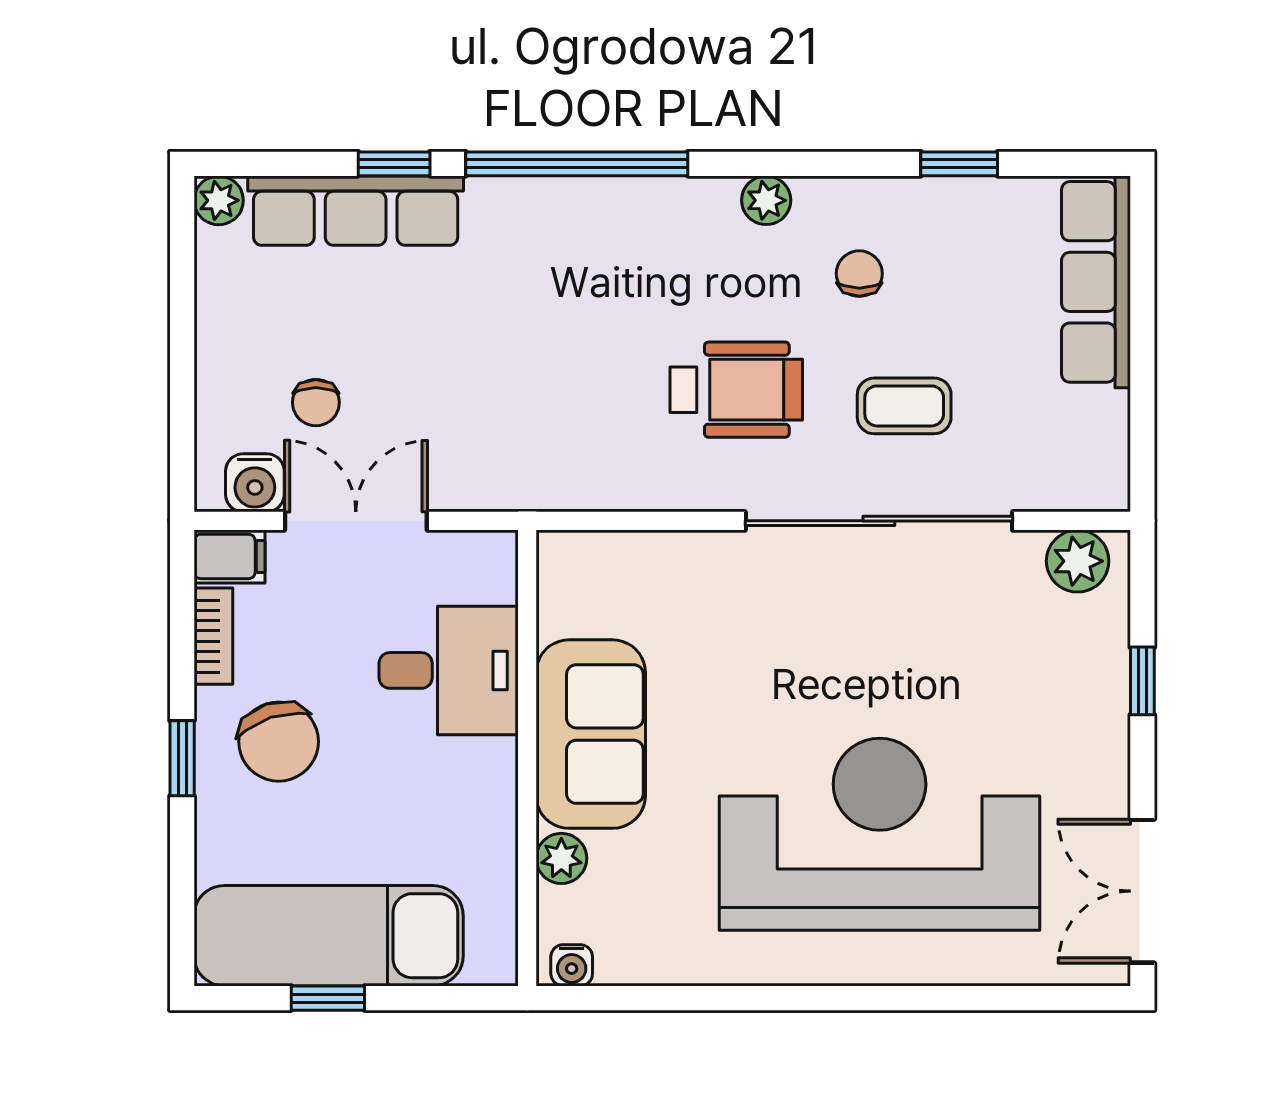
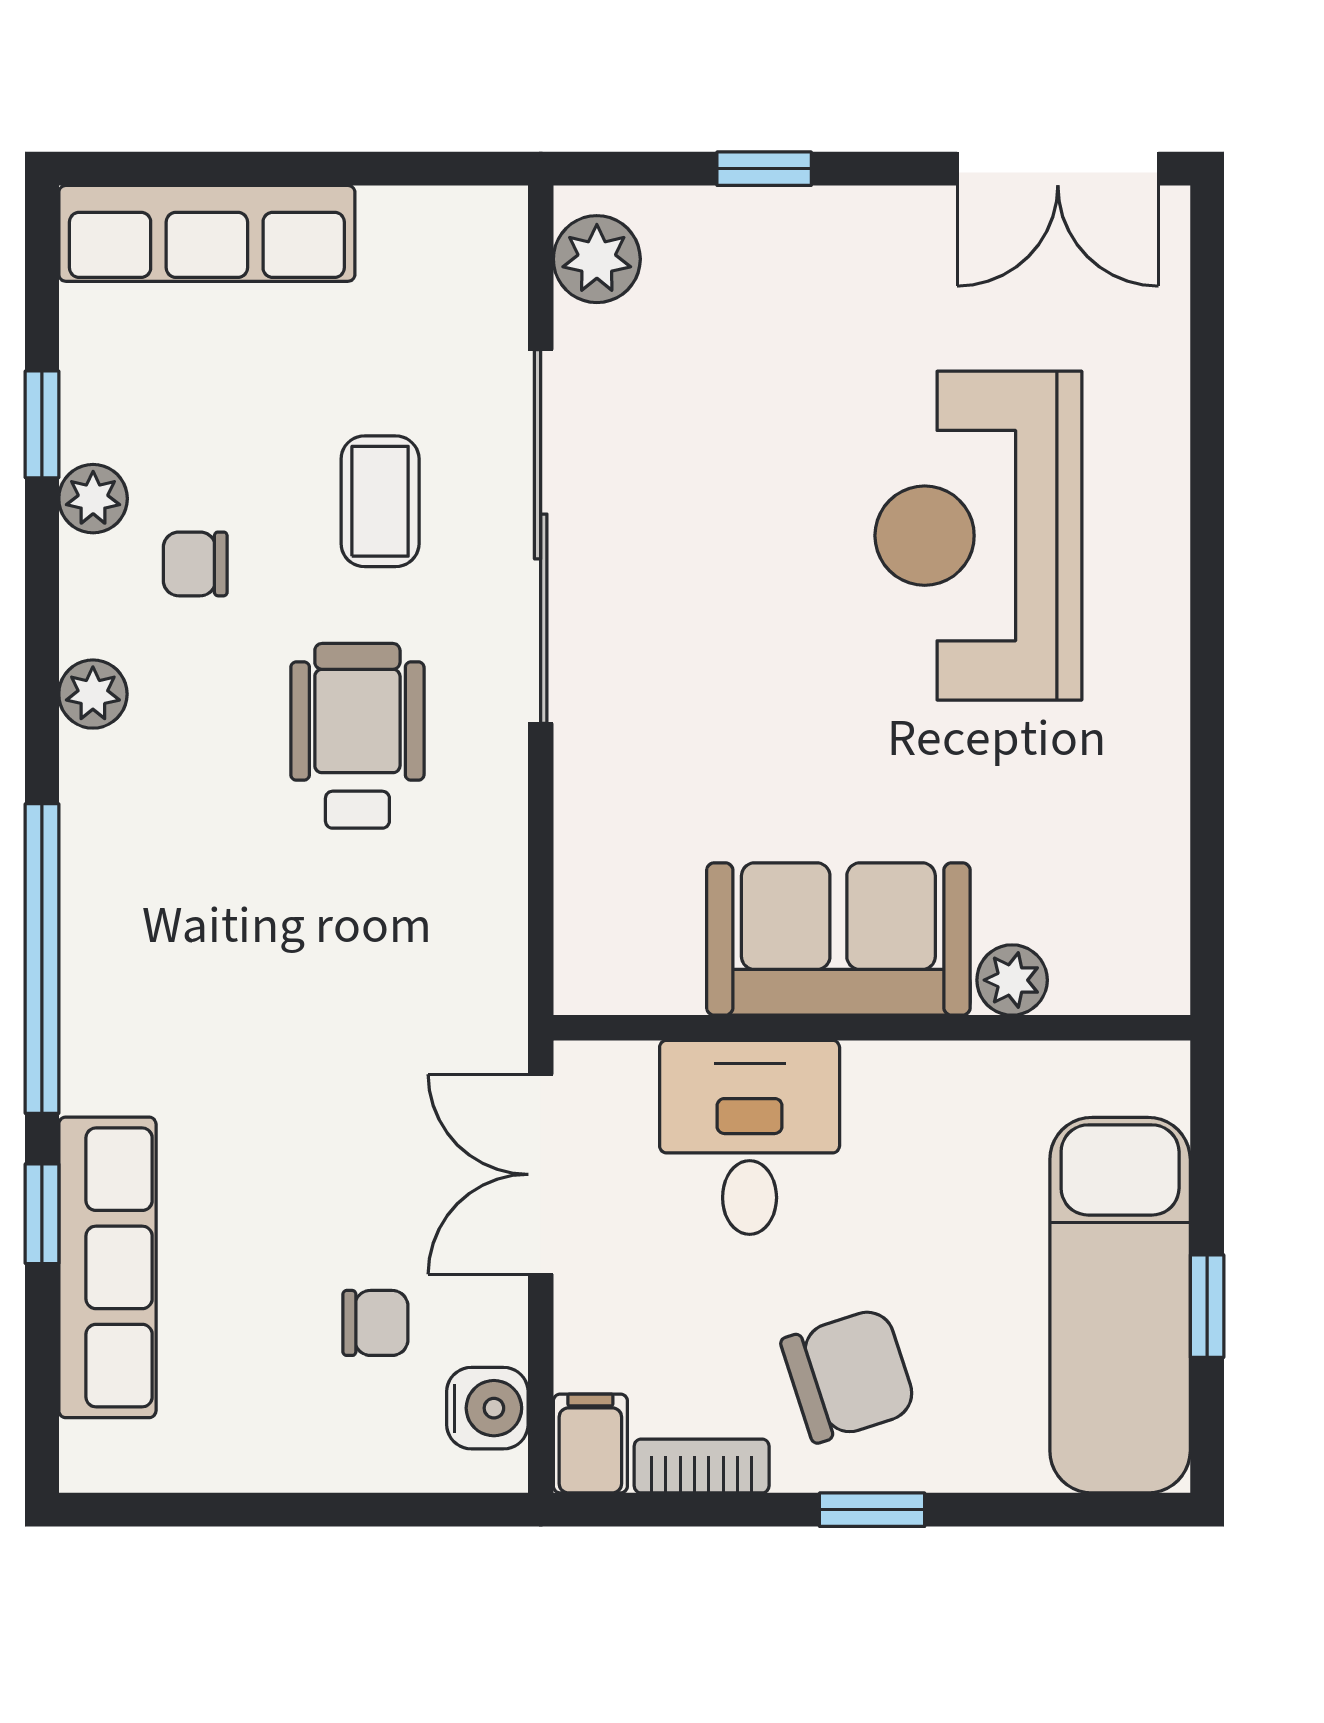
plant: (219, 200) -> (93, 499), moved
double door: (356, 521) -> (541, 1174), moved
reception desk: (880, 834) -> (978, 536), width x0.74, depth x0.77
water cooler: (572, 965) -> (1161, 966), removed

